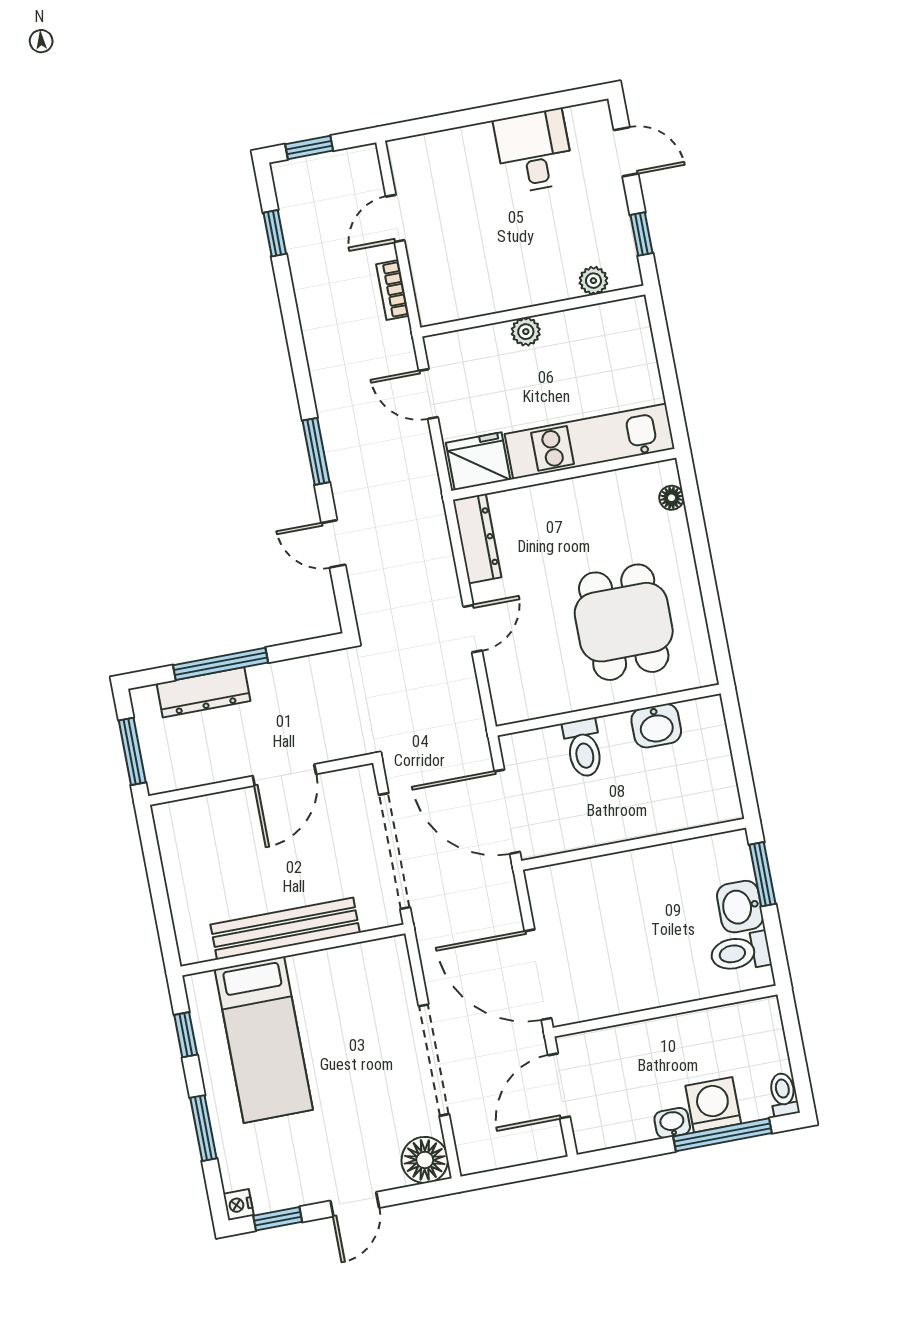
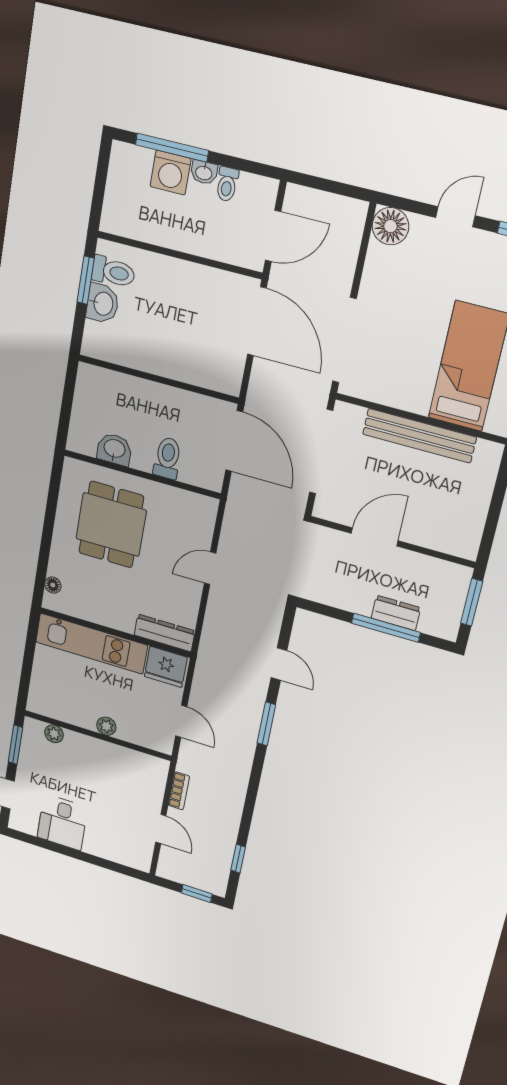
door: (395, 218) -> (161, 829), hinge flipped
window: (642, 234) -> (15, 745), width x1.50
dresser: (477, 539) -> (165, 633), moved, turned 90
dresser: (203, 692) -> (396, 613), width x0.70
window: (763, 874) -> (86, 280), moved
doorway: (434, 1060) -> (344, 340), moved
toilet: (783, 1094) -> (227, 184), moved

